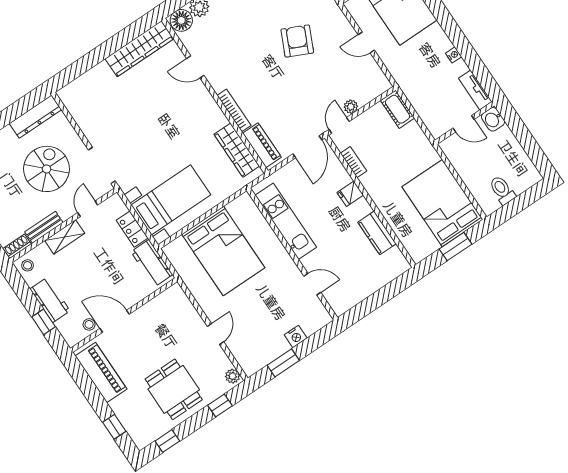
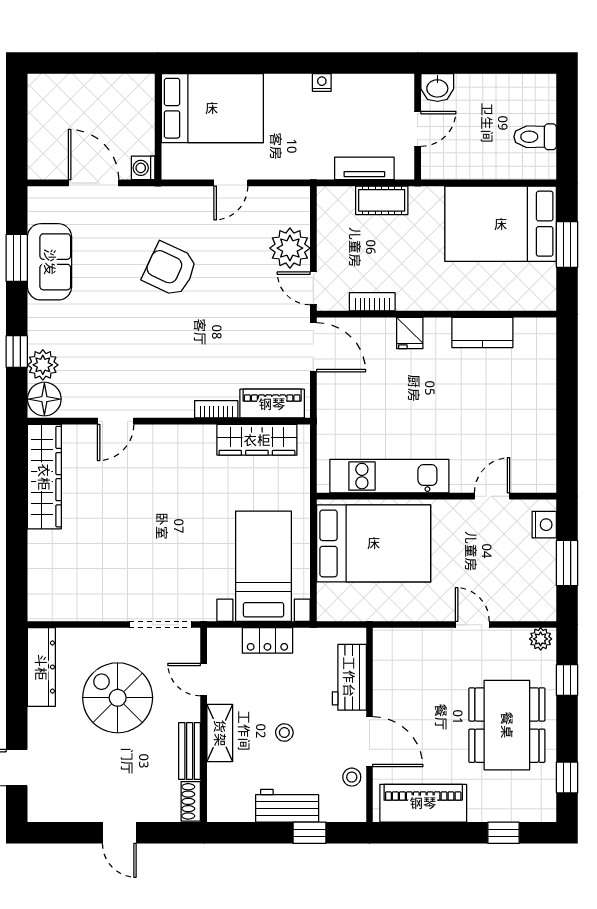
tv unit: (475, 90) -> (364, 168), moved, turned 180
plant: (351, 107) -> (290, 248), width x1.88, depth x1.88
cot: (398, 109) -> (382, 200), moved
bookcase: (234, 110) -> (216, 409), width x0.64
kitchen unit: (286, 221) -> (389, 476), moved
wall: (292, 254) -> (436, 496), moved
workbench: (152, 263) -> (349, 677), moved, turned 90
stool: (28, 265) -> (284, 733), moved
door: (312, 284) -> (492, 496), moved
door: (115, 321) -> (370, 742), swing flipped
dining table: (174, 389) -> (507, 725), width x1.38

